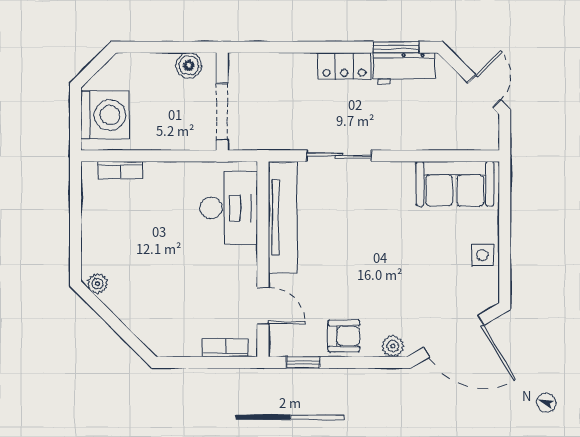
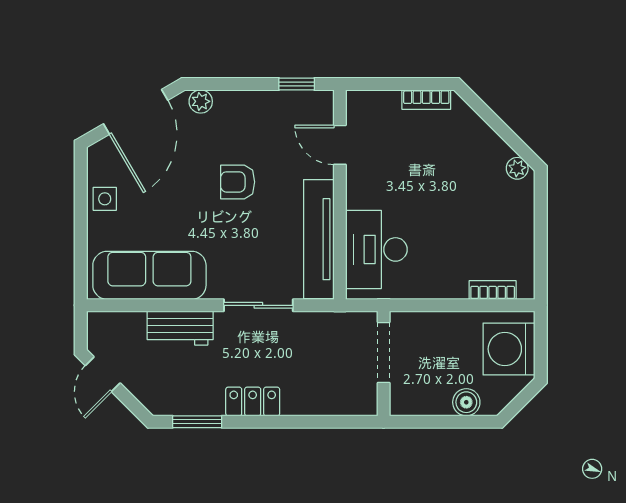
boiler: (189, 65) -> (466, 402), moved
workbench: (404, 68) -> (180, 328), moved, turned 180
sofa: (455, 184) -> (149, 275), width x1.36
armchair: (344, 336) -> (238, 182), moved
door: (454, 336) -> (136, 112), swing flipped
bookcase: (225, 348) -> (426, 100), moved

